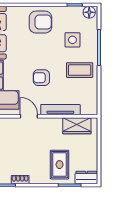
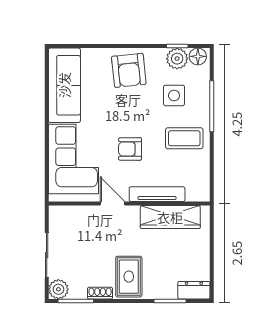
plant: (75, 14) -> (177, 59), added
armchair: (40, 22) -> (129, 70), turned 84
wardrobe: (77, 126) -> (170, 217), width x1.50
rug: (59, 165) -> (129, 277), moved

